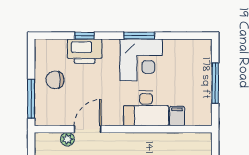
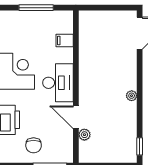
desk: (146, 108) -> (58, 83), moved

